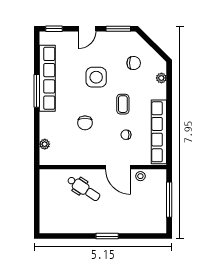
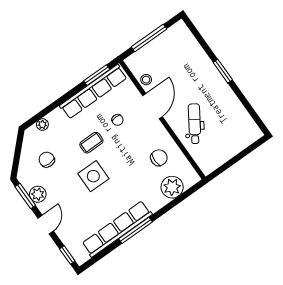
door: (87, 29) -> (46, 225), hinge flipped
plant: (113, 39) -> (38, 194), added
side table: (96, 77) -> (93, 176), moved
chair: (85, 123) -> (159, 158), moved
window: (169, 143) -> (97, 75), added
plant: (45, 144) -> (172, 187), width x1.88, depth x1.88

